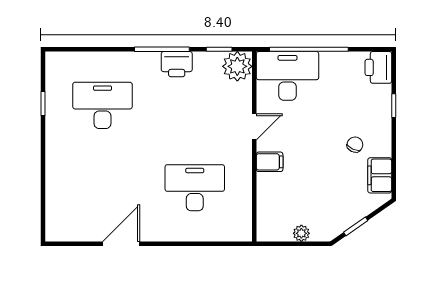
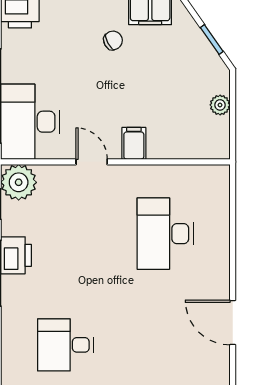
desk: (102, 105) -> (66, 345), width x0.73
chair: (355, 145) -> (113, 40), turned 127

